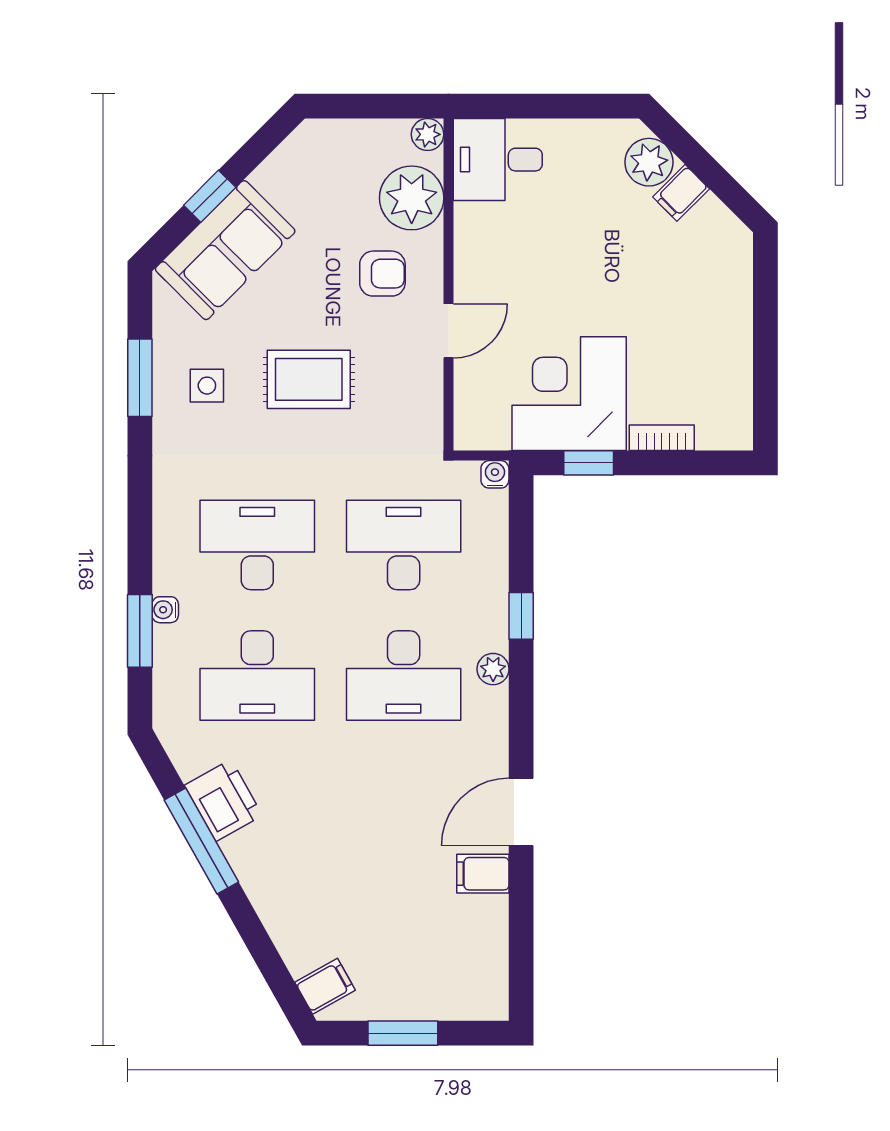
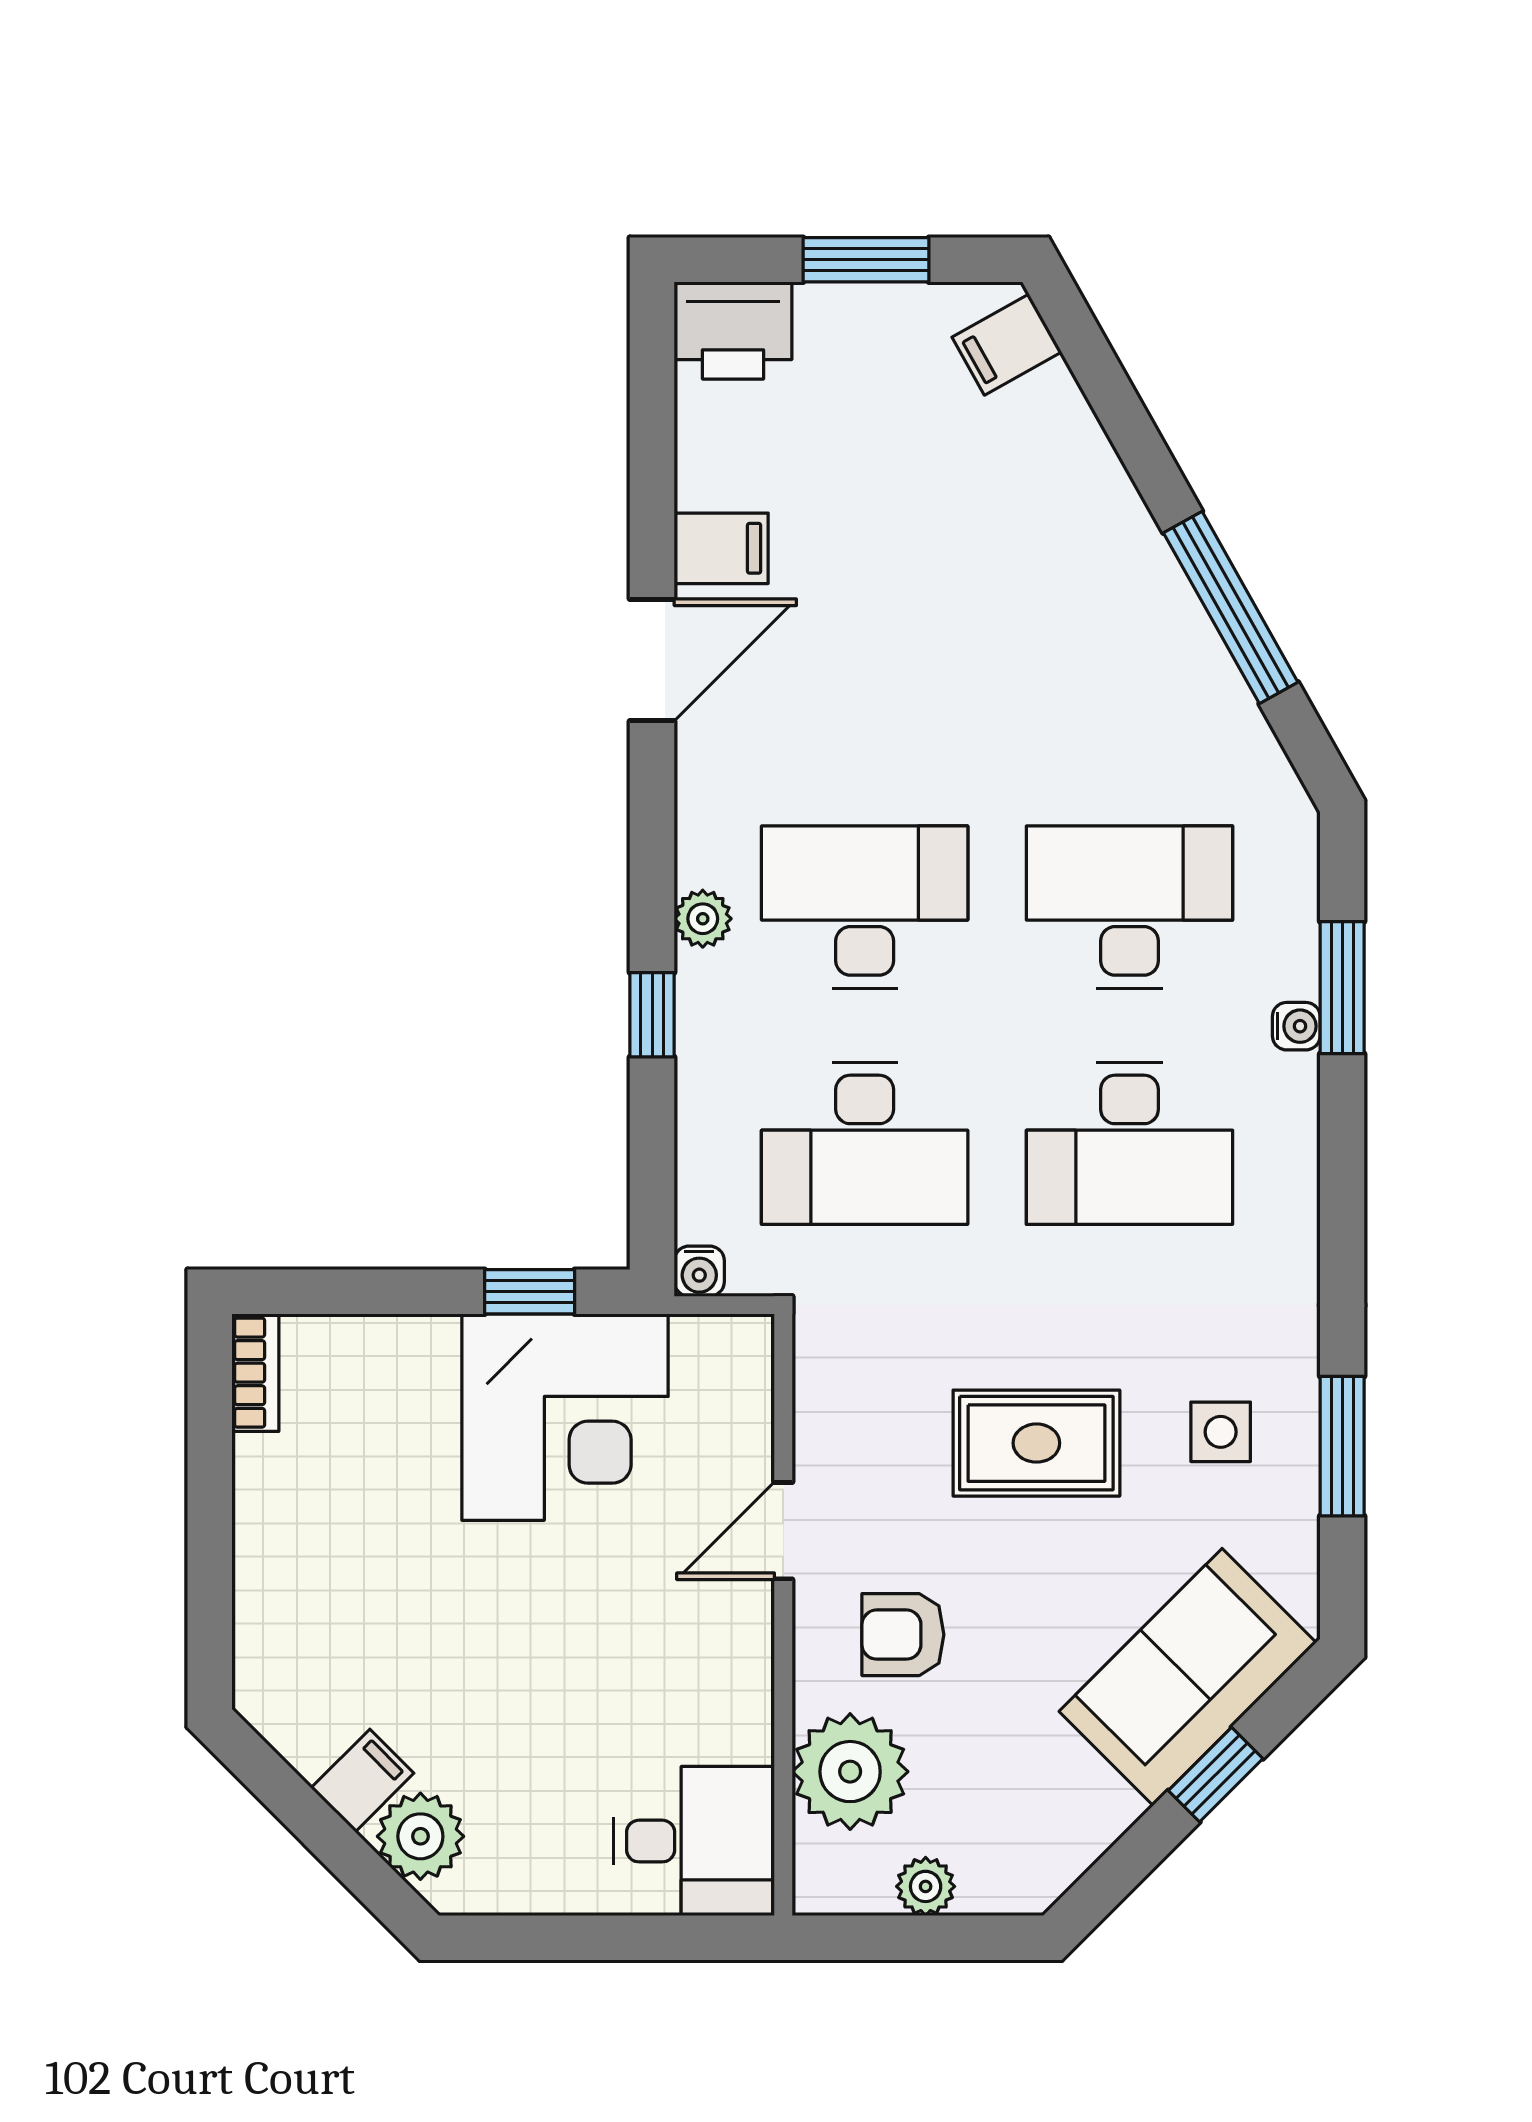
plant: (428, 134) -> (926, 1886), moved
bookcase: (662, 438) -> (255, 1373), moved, turned -90
printer: (223, 800) -> (733, 330), moved, turned -61

